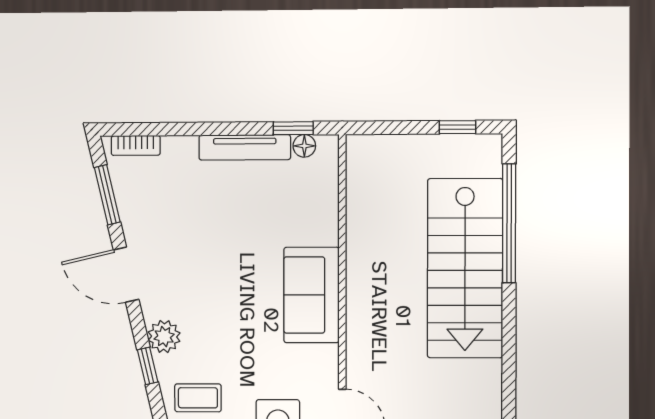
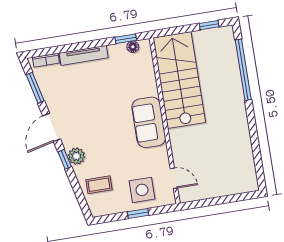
tv unit: (245, 147) -> (84, 55), moved
stairs: (465, 268) -> (179, 80), moved, turned 180
door: (126, 275) -> (52, 127), hinge flipped
window: (148, 366) -> (65, 159), moved

